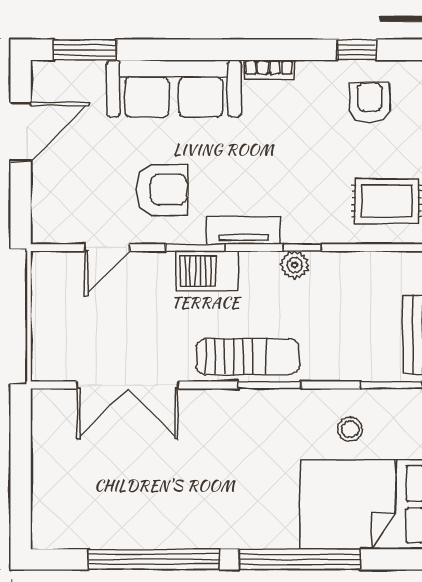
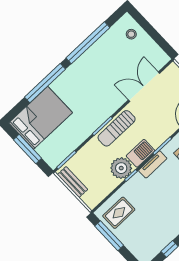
armchair: (370, 103) -> (151, 237), removed
plant: (294, 265) -> (121, 168), width x1.88, depth x1.88
barbecue: (207, 271) -> (141, 153), moved
stool: (350, 429) -> (131, 34), moved

